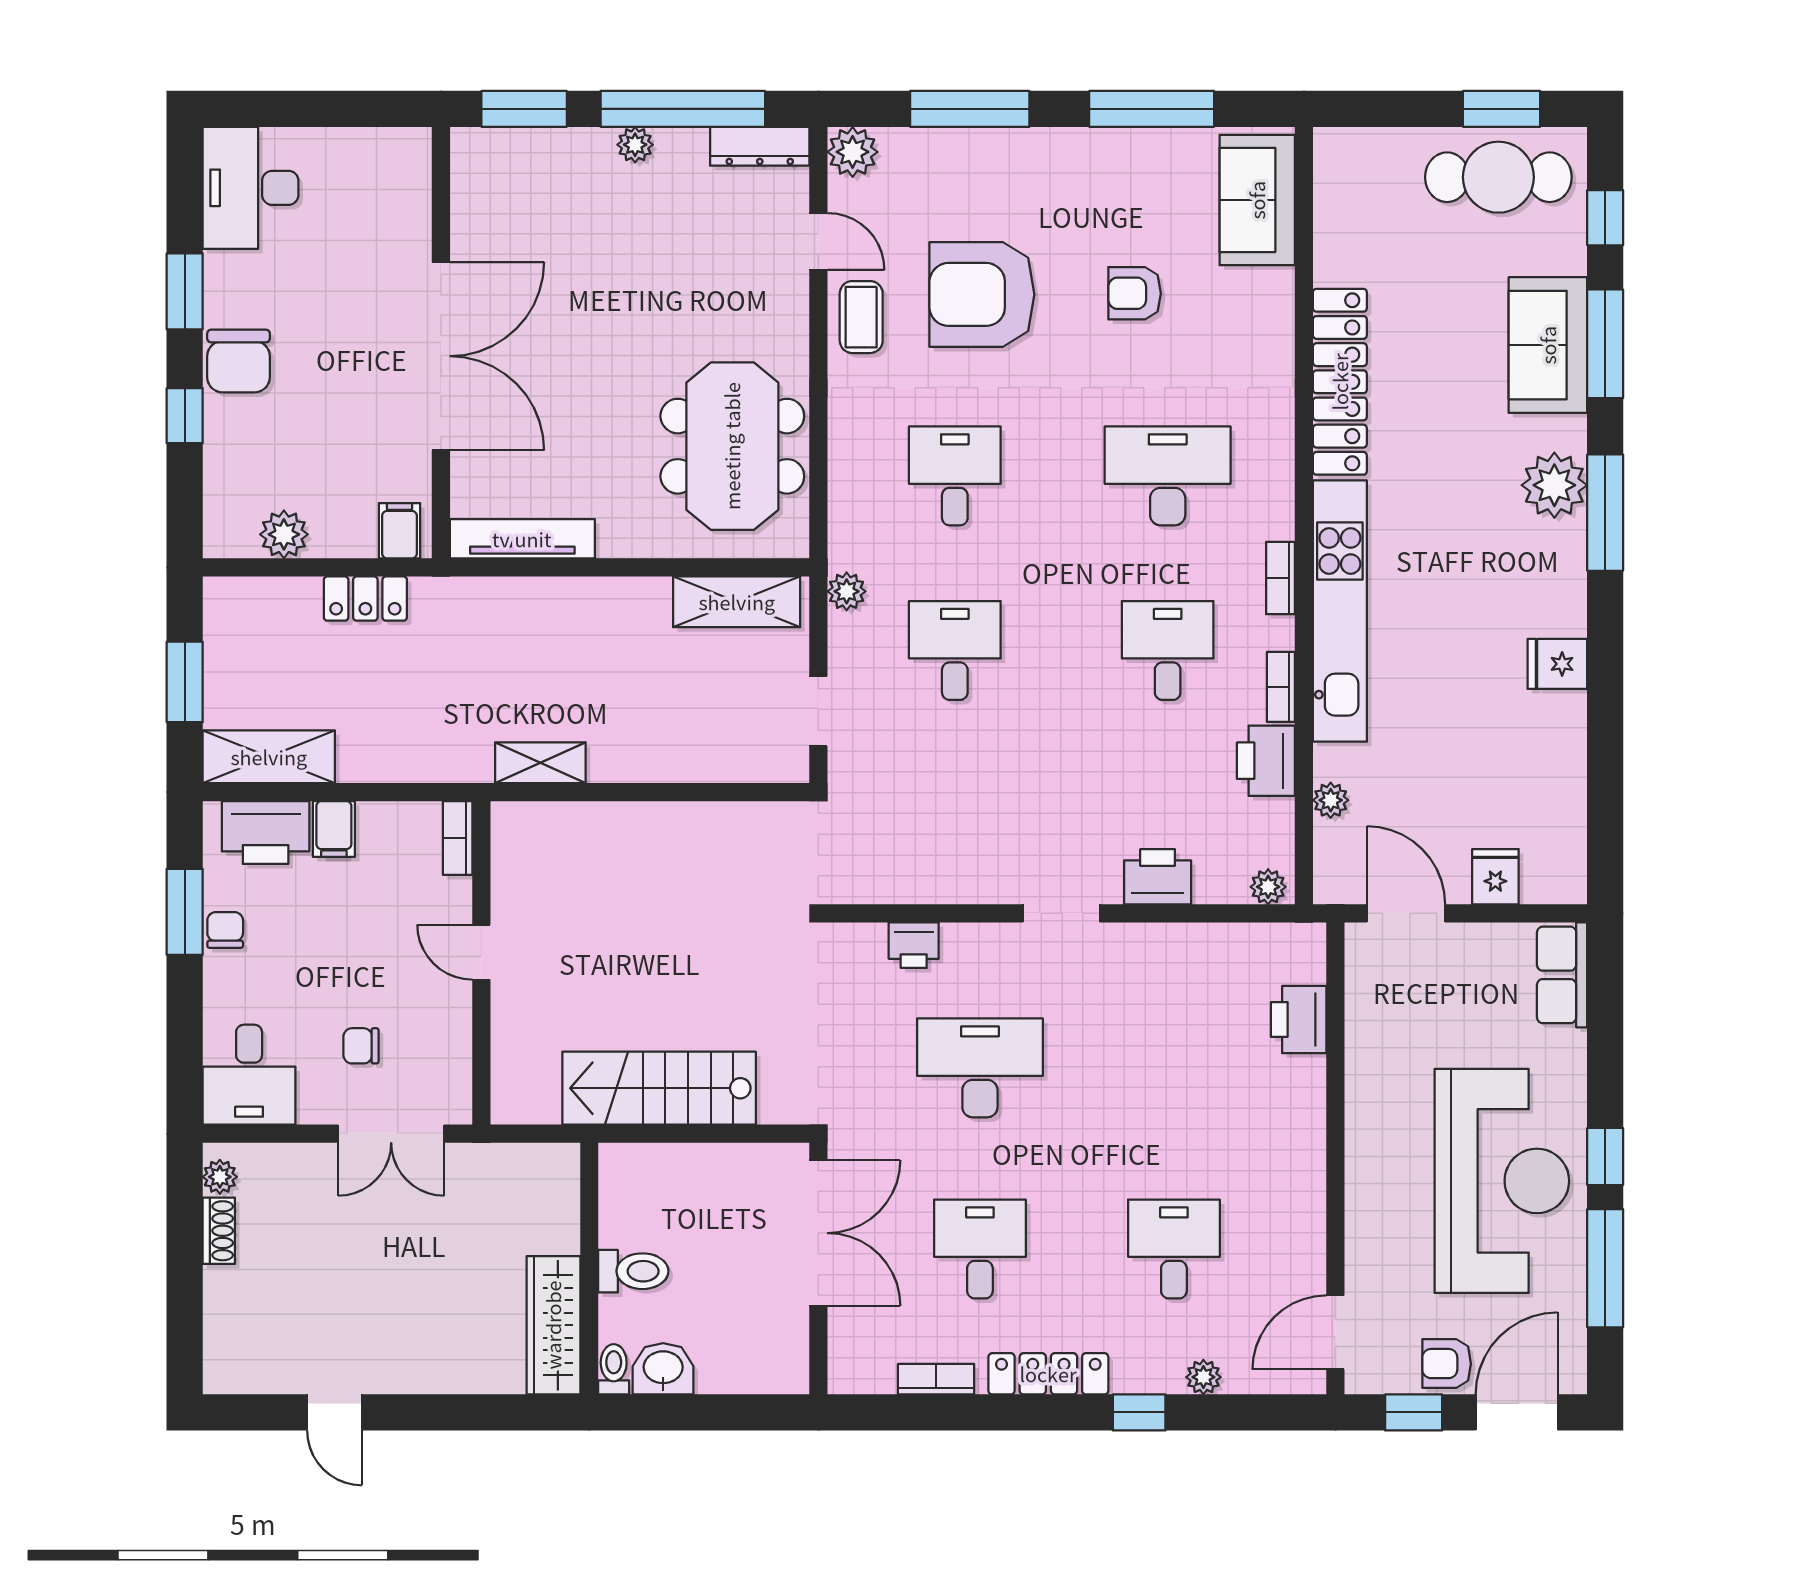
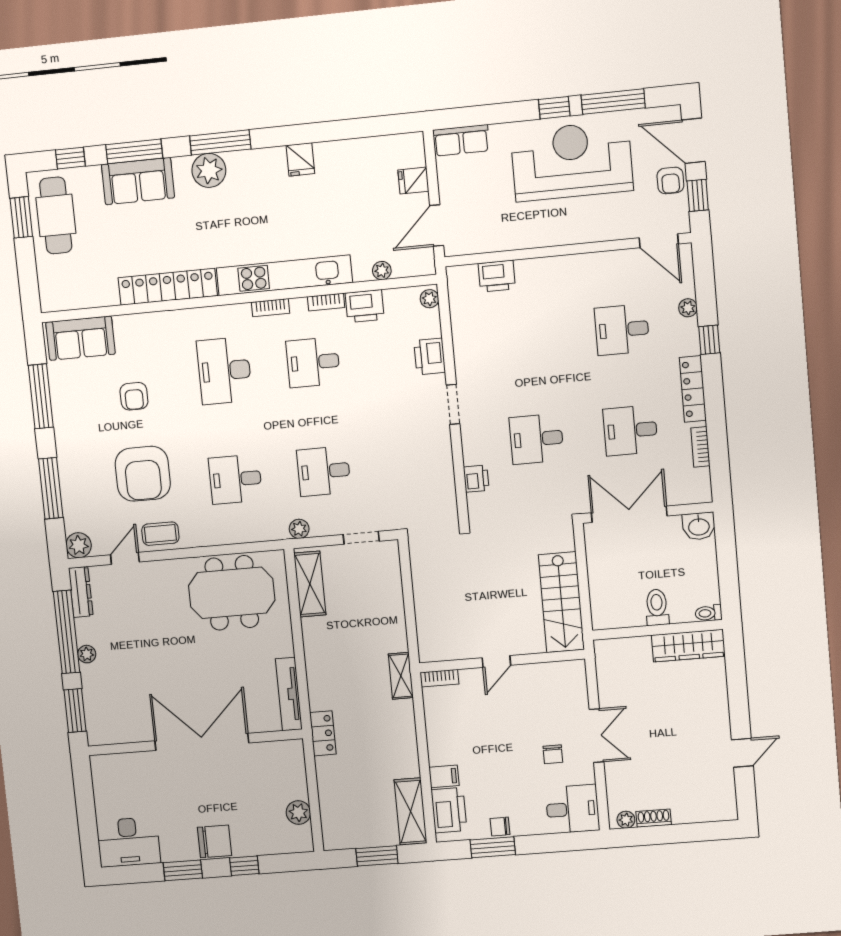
filing cabinet: (399, 531) -> (291, 755), removed
locker: (365, 599) -> (323, 733), moved
bookcase: (458, 838) -> (439, 678), moved
door: (481, 952) -> (496, 661), moved
wall: (481, 963) -> (502, 661), moved
desk: (980, 1068) -> (536, 439), width x0.73
washbasin: (663, 1369) -> (699, 526), moved, turned -90

